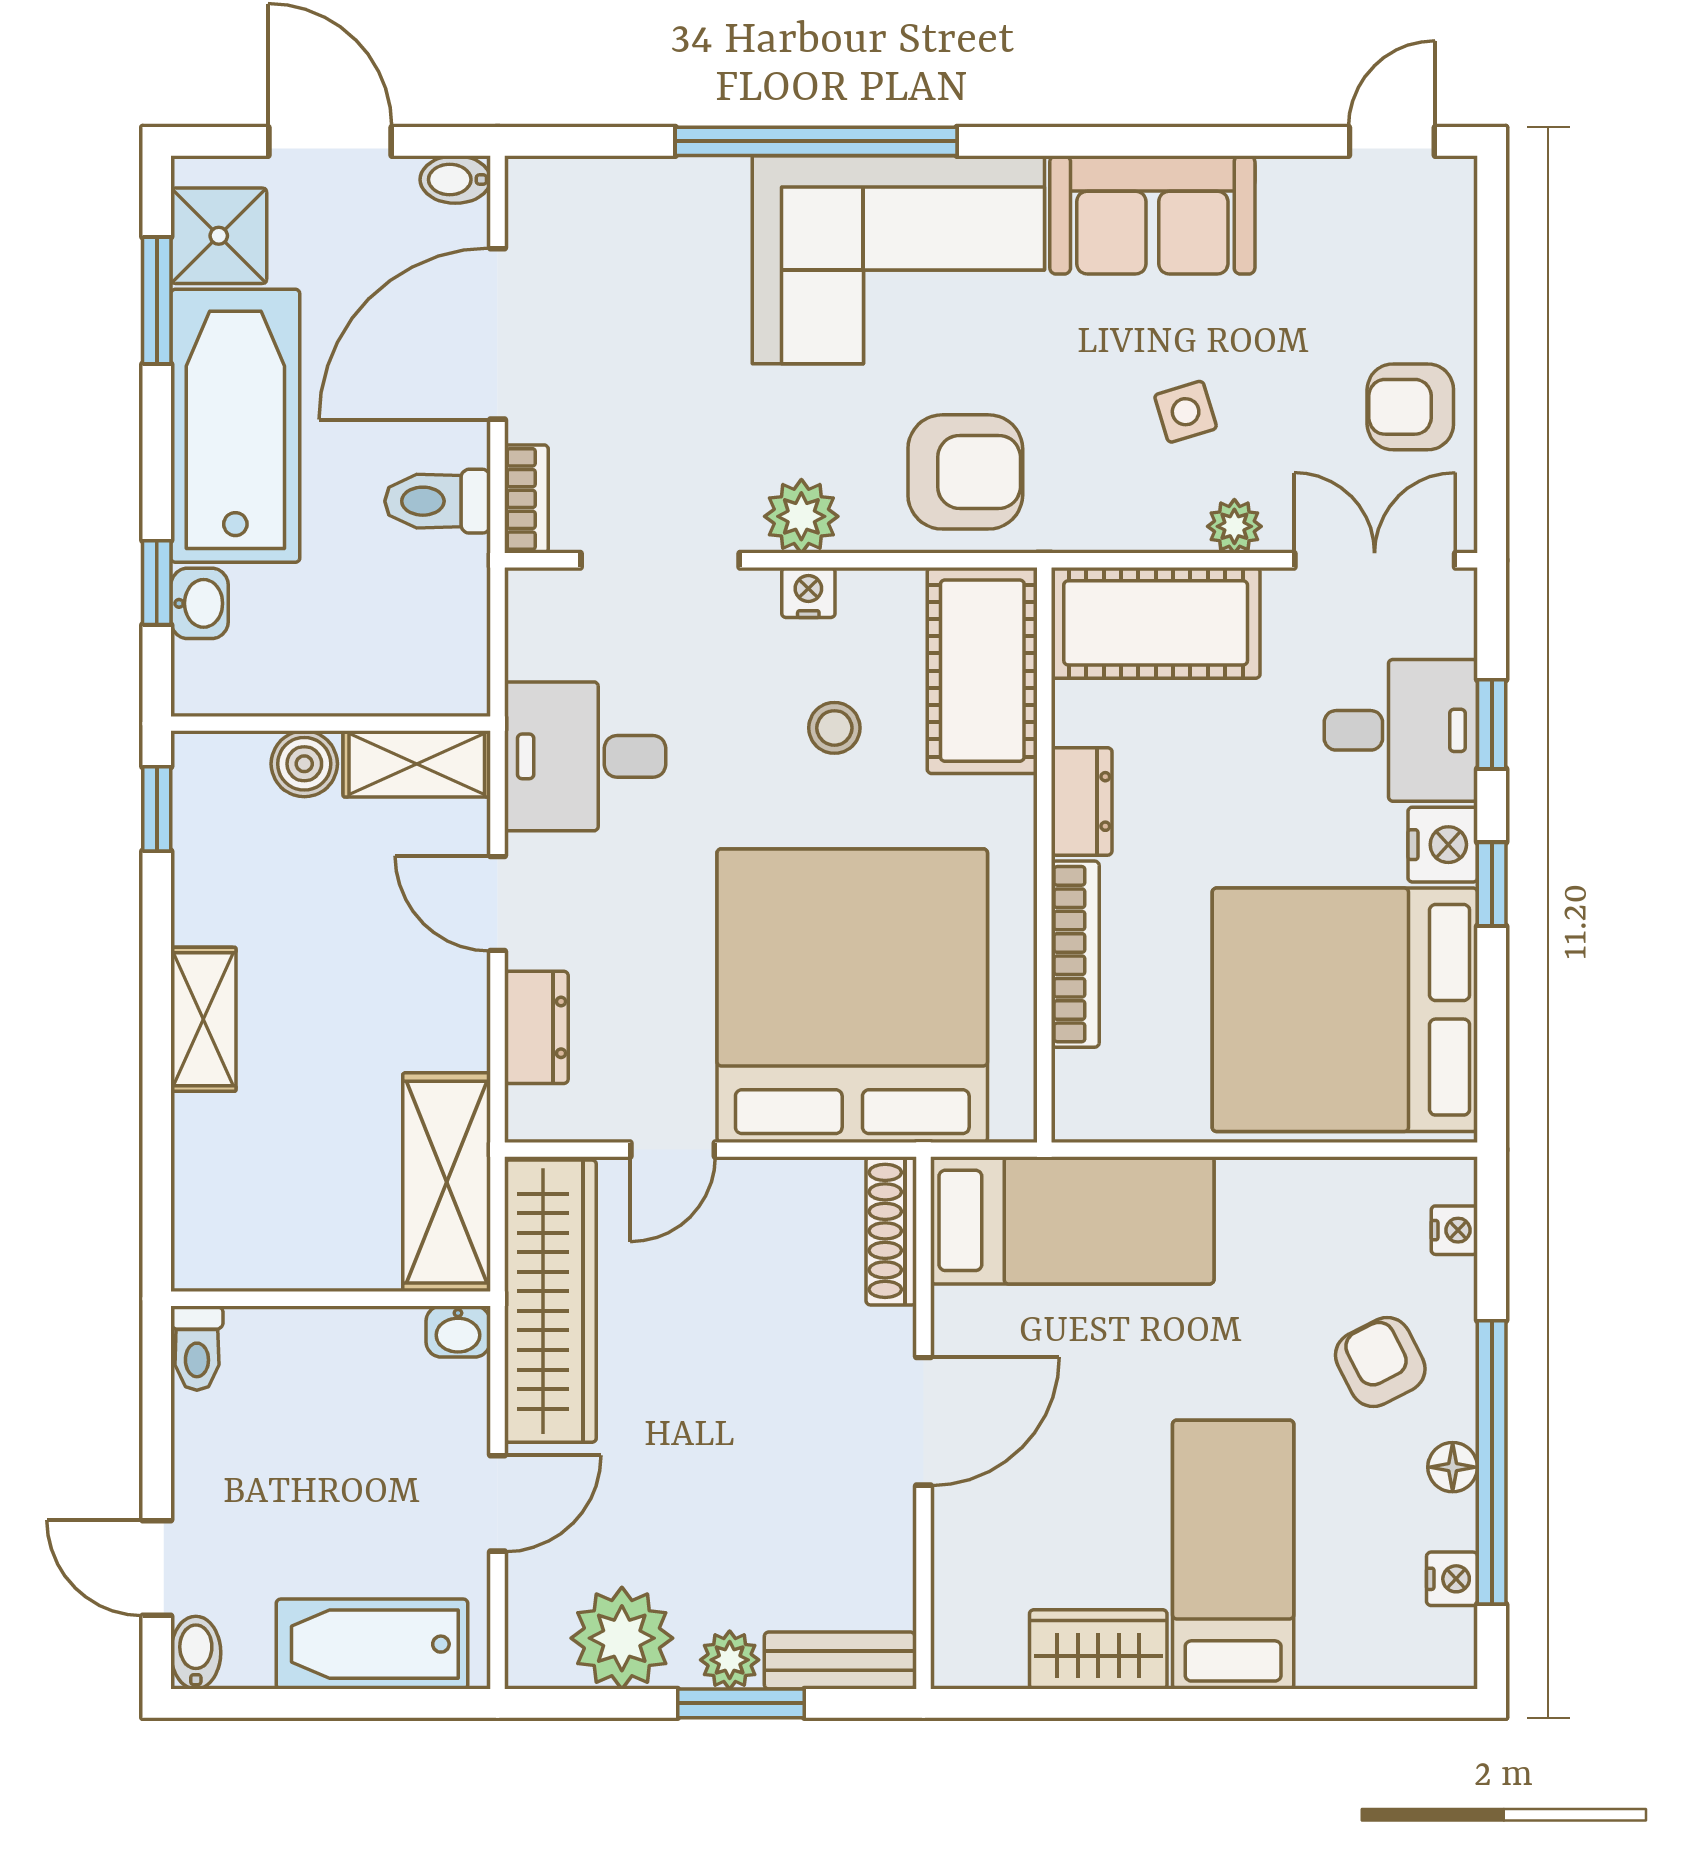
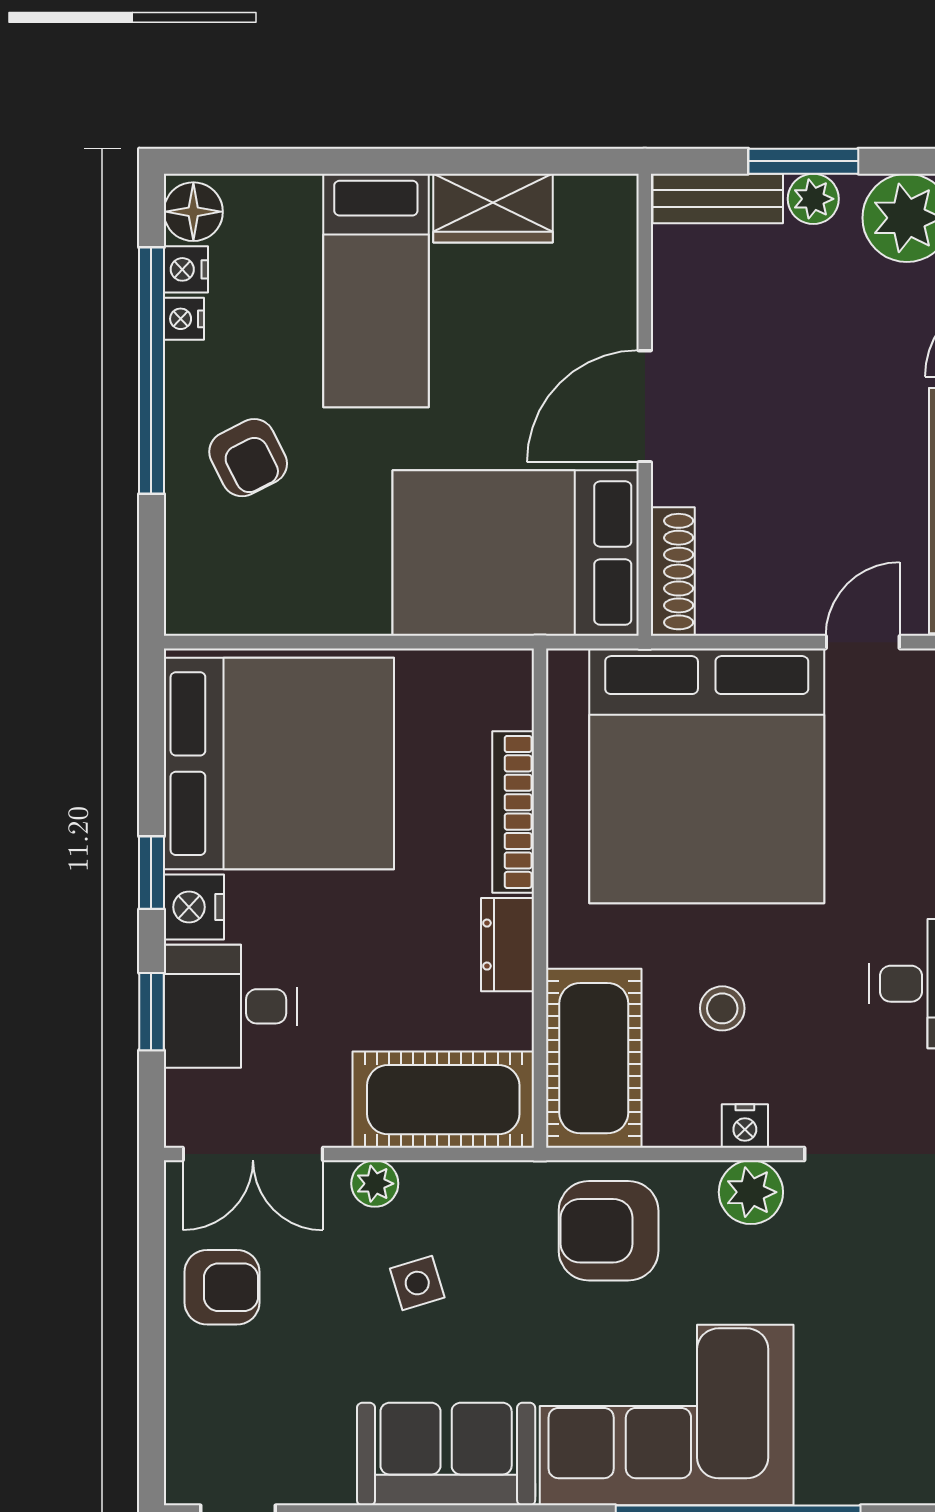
bed: (1072, 1220) -> (516, 553), width x1.50
nightstand: (1454, 1230) -> (184, 319), moved
floor lamp: (1453, 1467) -> (193, 212), moved, width x1.37, depth x1.37

